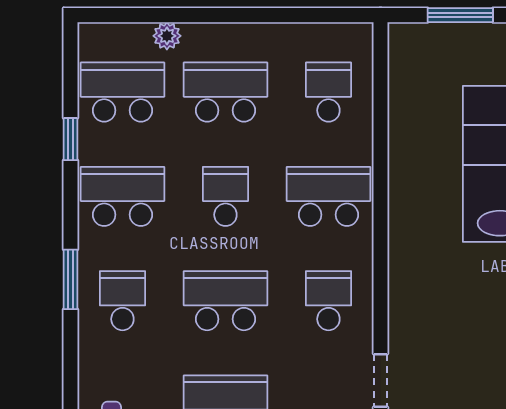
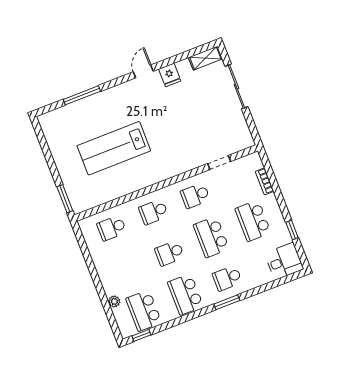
window: (460, 15) -> (65, 199), moved
school desk: (225, 92) -> (128, 269), removed
window: (70, 139) -> (141, 335), moved
school desk: (328, 196) -> (153, 212), width x0.54

